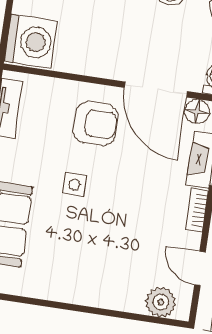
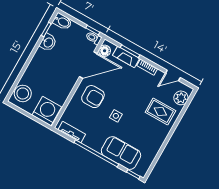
armchair: (96, 123) -> (93, 97), turned 90
rug: (118, 271) -> (160, 111), added

